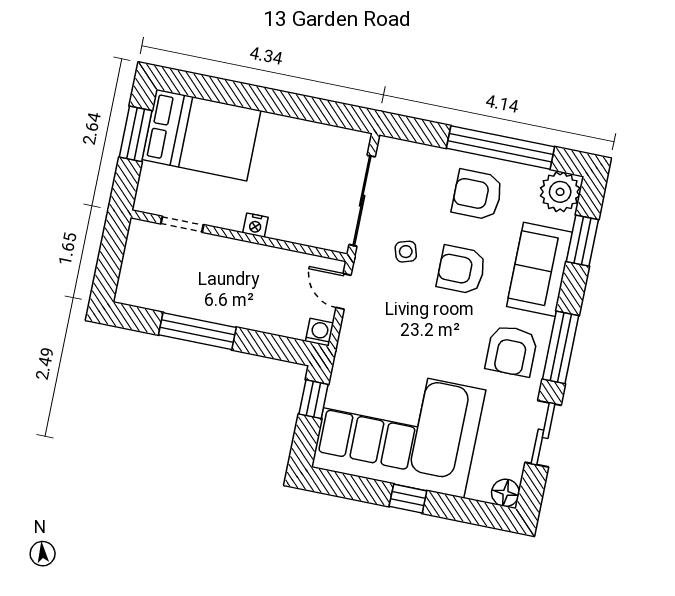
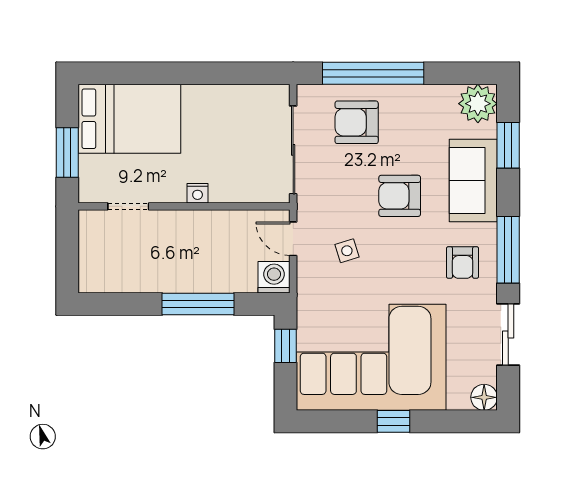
window: (136, 134) -> (67, 153), moved
window: (500, 148) -> (373, 73), moved
armchair: (477, 195) -> (357, 122), moved
side table: (406, 252) -> (347, 251), moved
window: (197, 331) -> (198, 304), moved
washing machine: (320, 332) -> (274, 277), width x1.38, depth x1.38
armchair: (511, 351) -> (463, 262), width x0.72, depth x0.72

